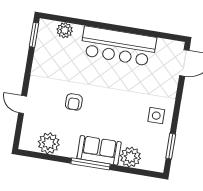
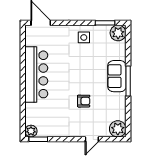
plant: (65, 30) -> (31, 131), moved
plant: (49, 143) -> (118, 129), moved
plant: (130, 157) -> (118, 33), moved

